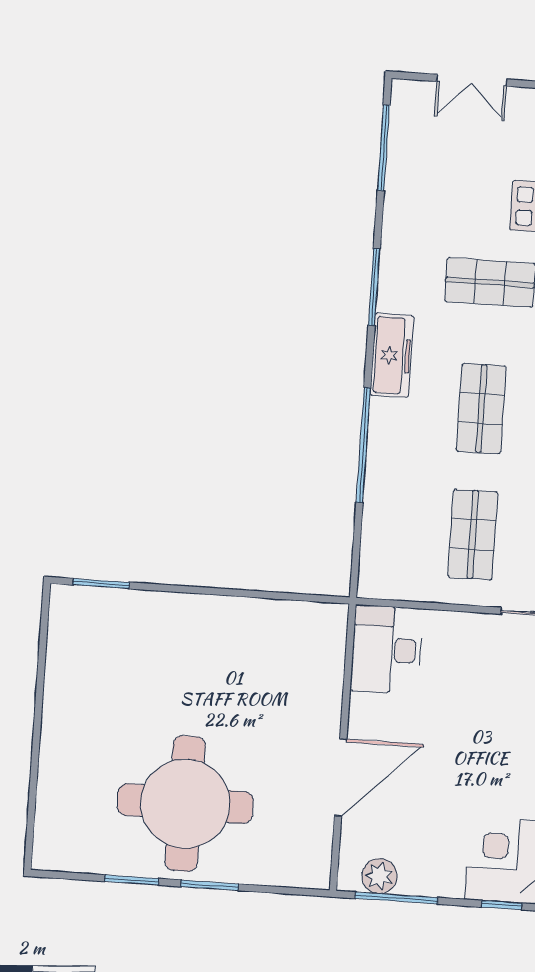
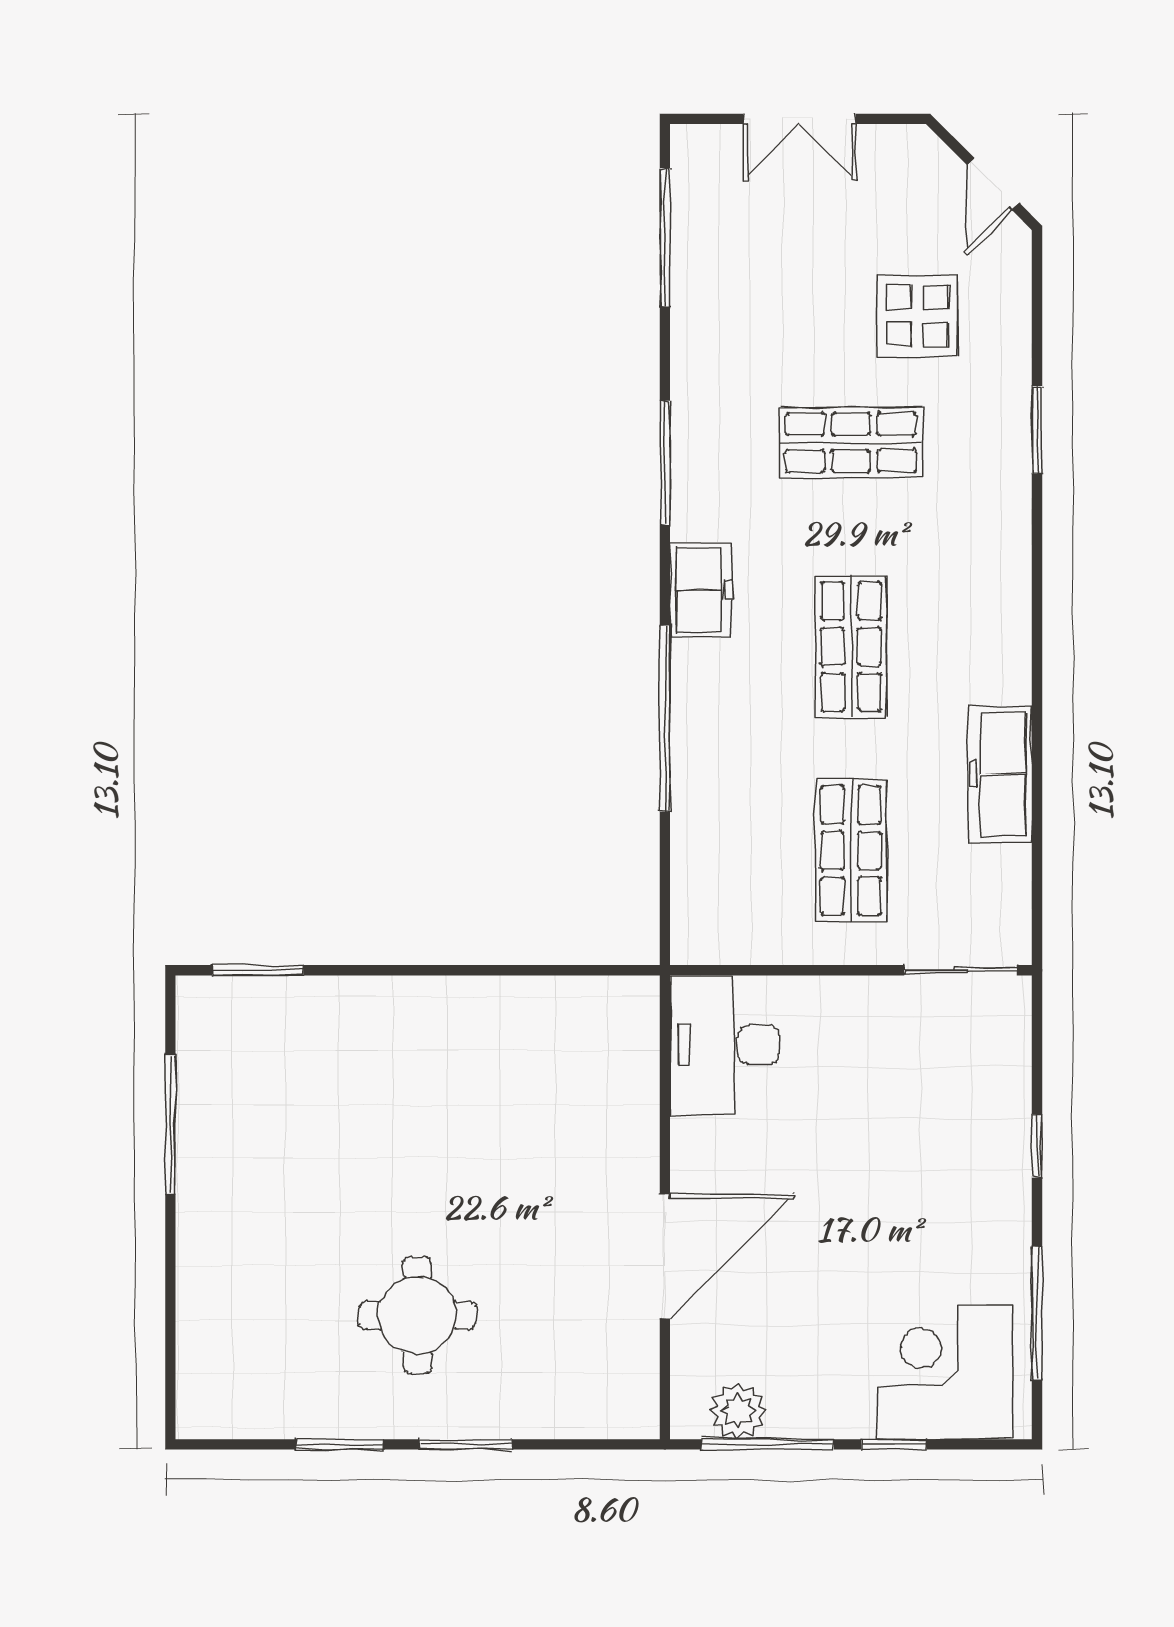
freezer: (392, 355) -> (701, 590), width x0.71
window: (41, 675) -> (170, 1124), added
round table: (185, 804) -> (417, 1315), width x0.54, depth x0.54
window: (502, 905) -> (894, 1444), moved

